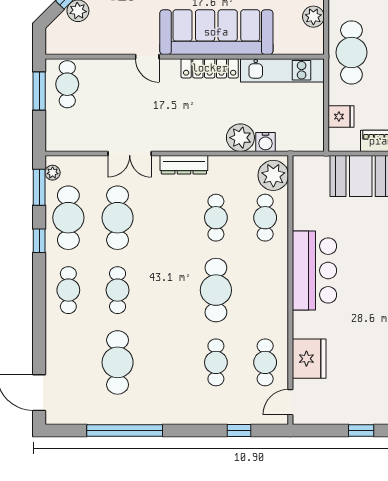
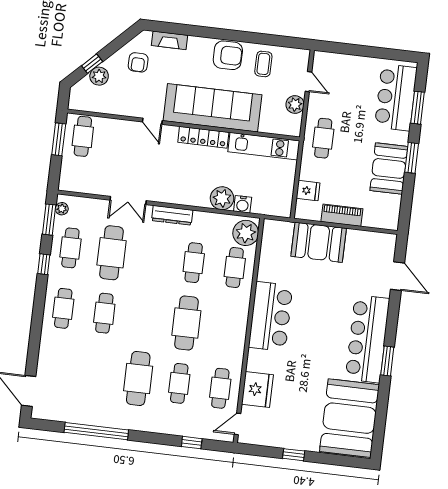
cafe table: (351, 52) -> (323, 138), width x0.73, depth x0.74
cafe table: (68, 218) -> (70, 248), width x0.73, depth x0.74
cafe table: (118, 362) -> (138, 378), moved

